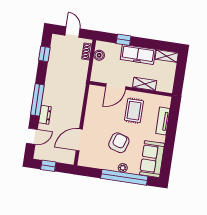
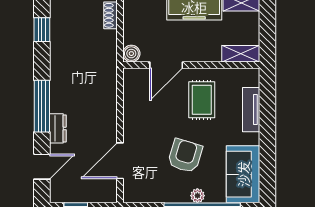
boiler: (99, 55) -> (131, 54), moved
shelving: (145, 84) -> (241, 54), moved

